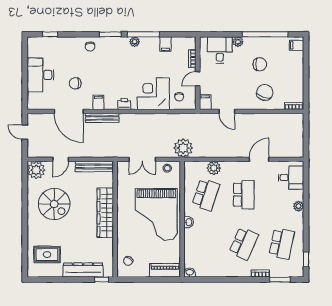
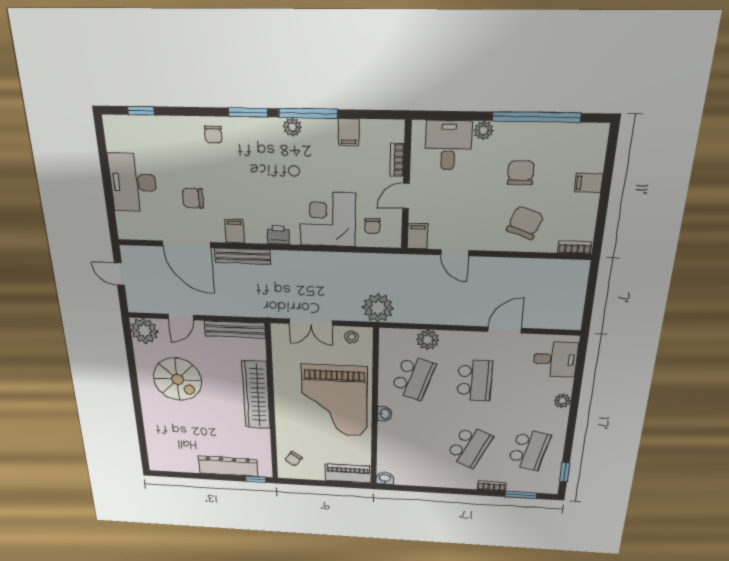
filing cabinet: (297, 45) -> (588, 183), moved
chair: (260, 64) -> (521, 173), turned -90
rug: (47, 254) -> (174, 444), removed

